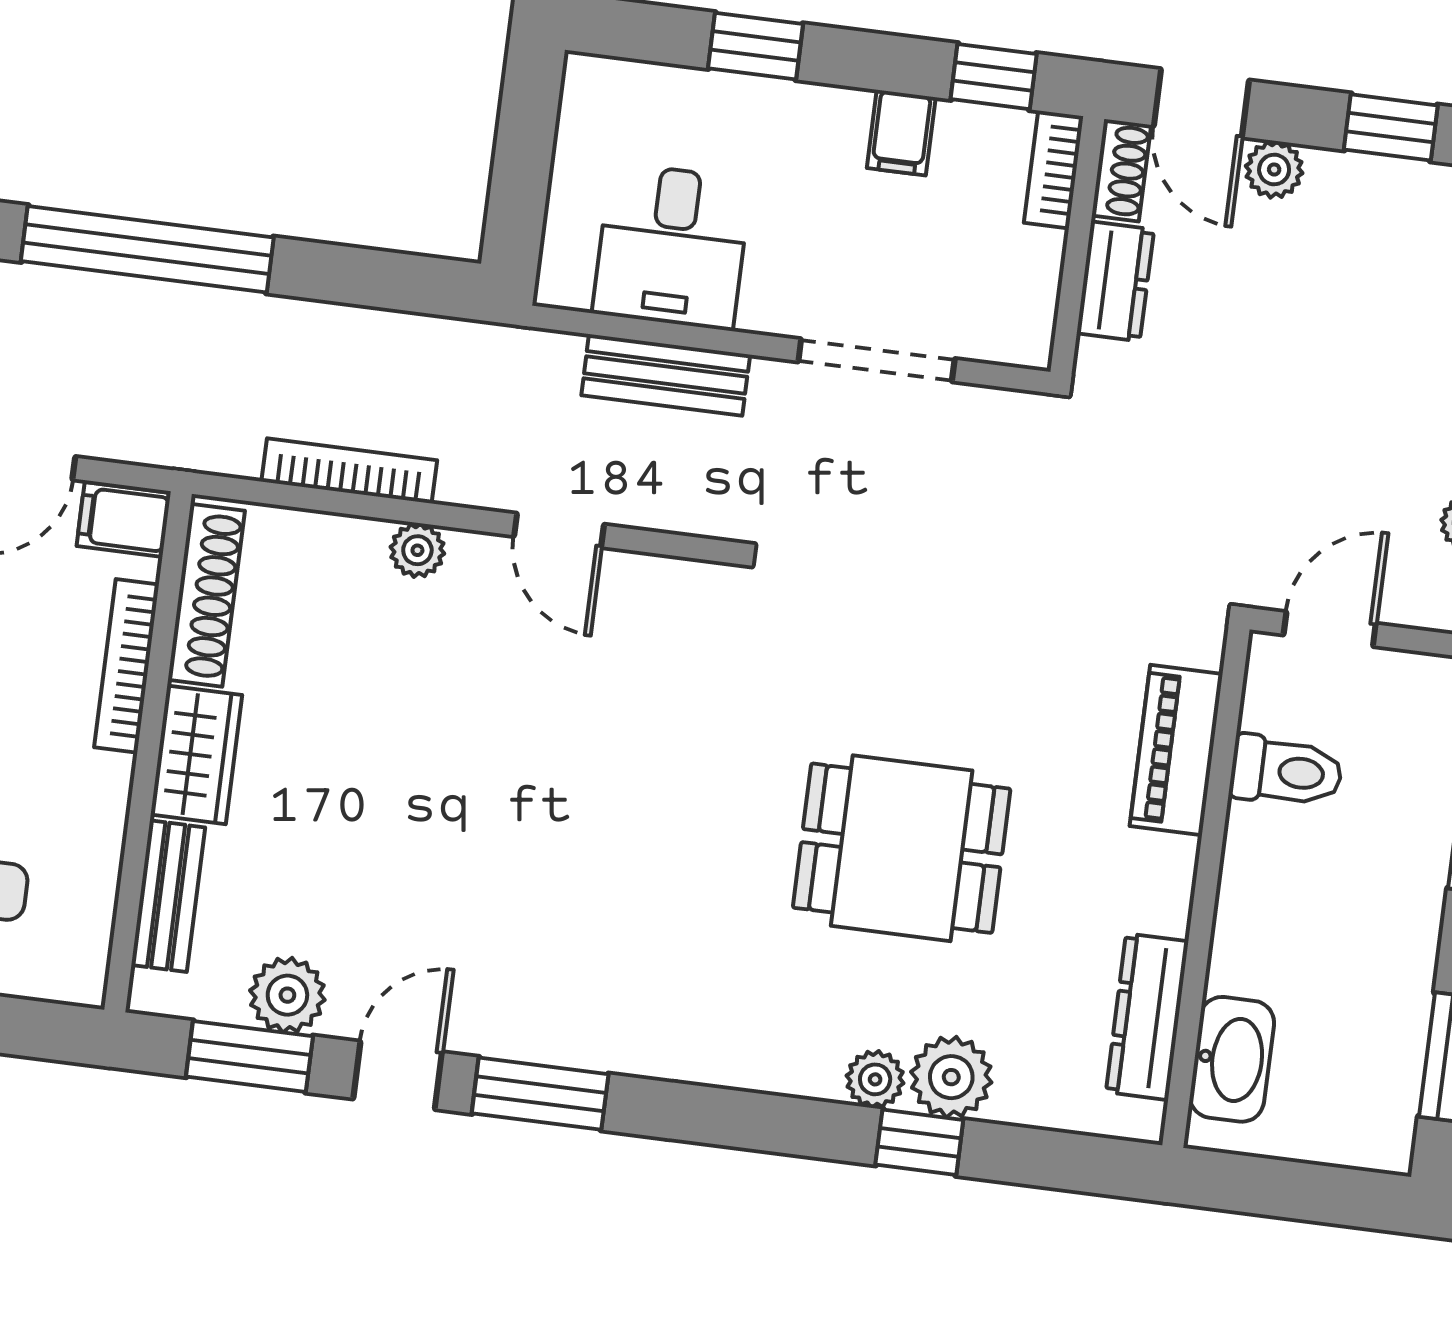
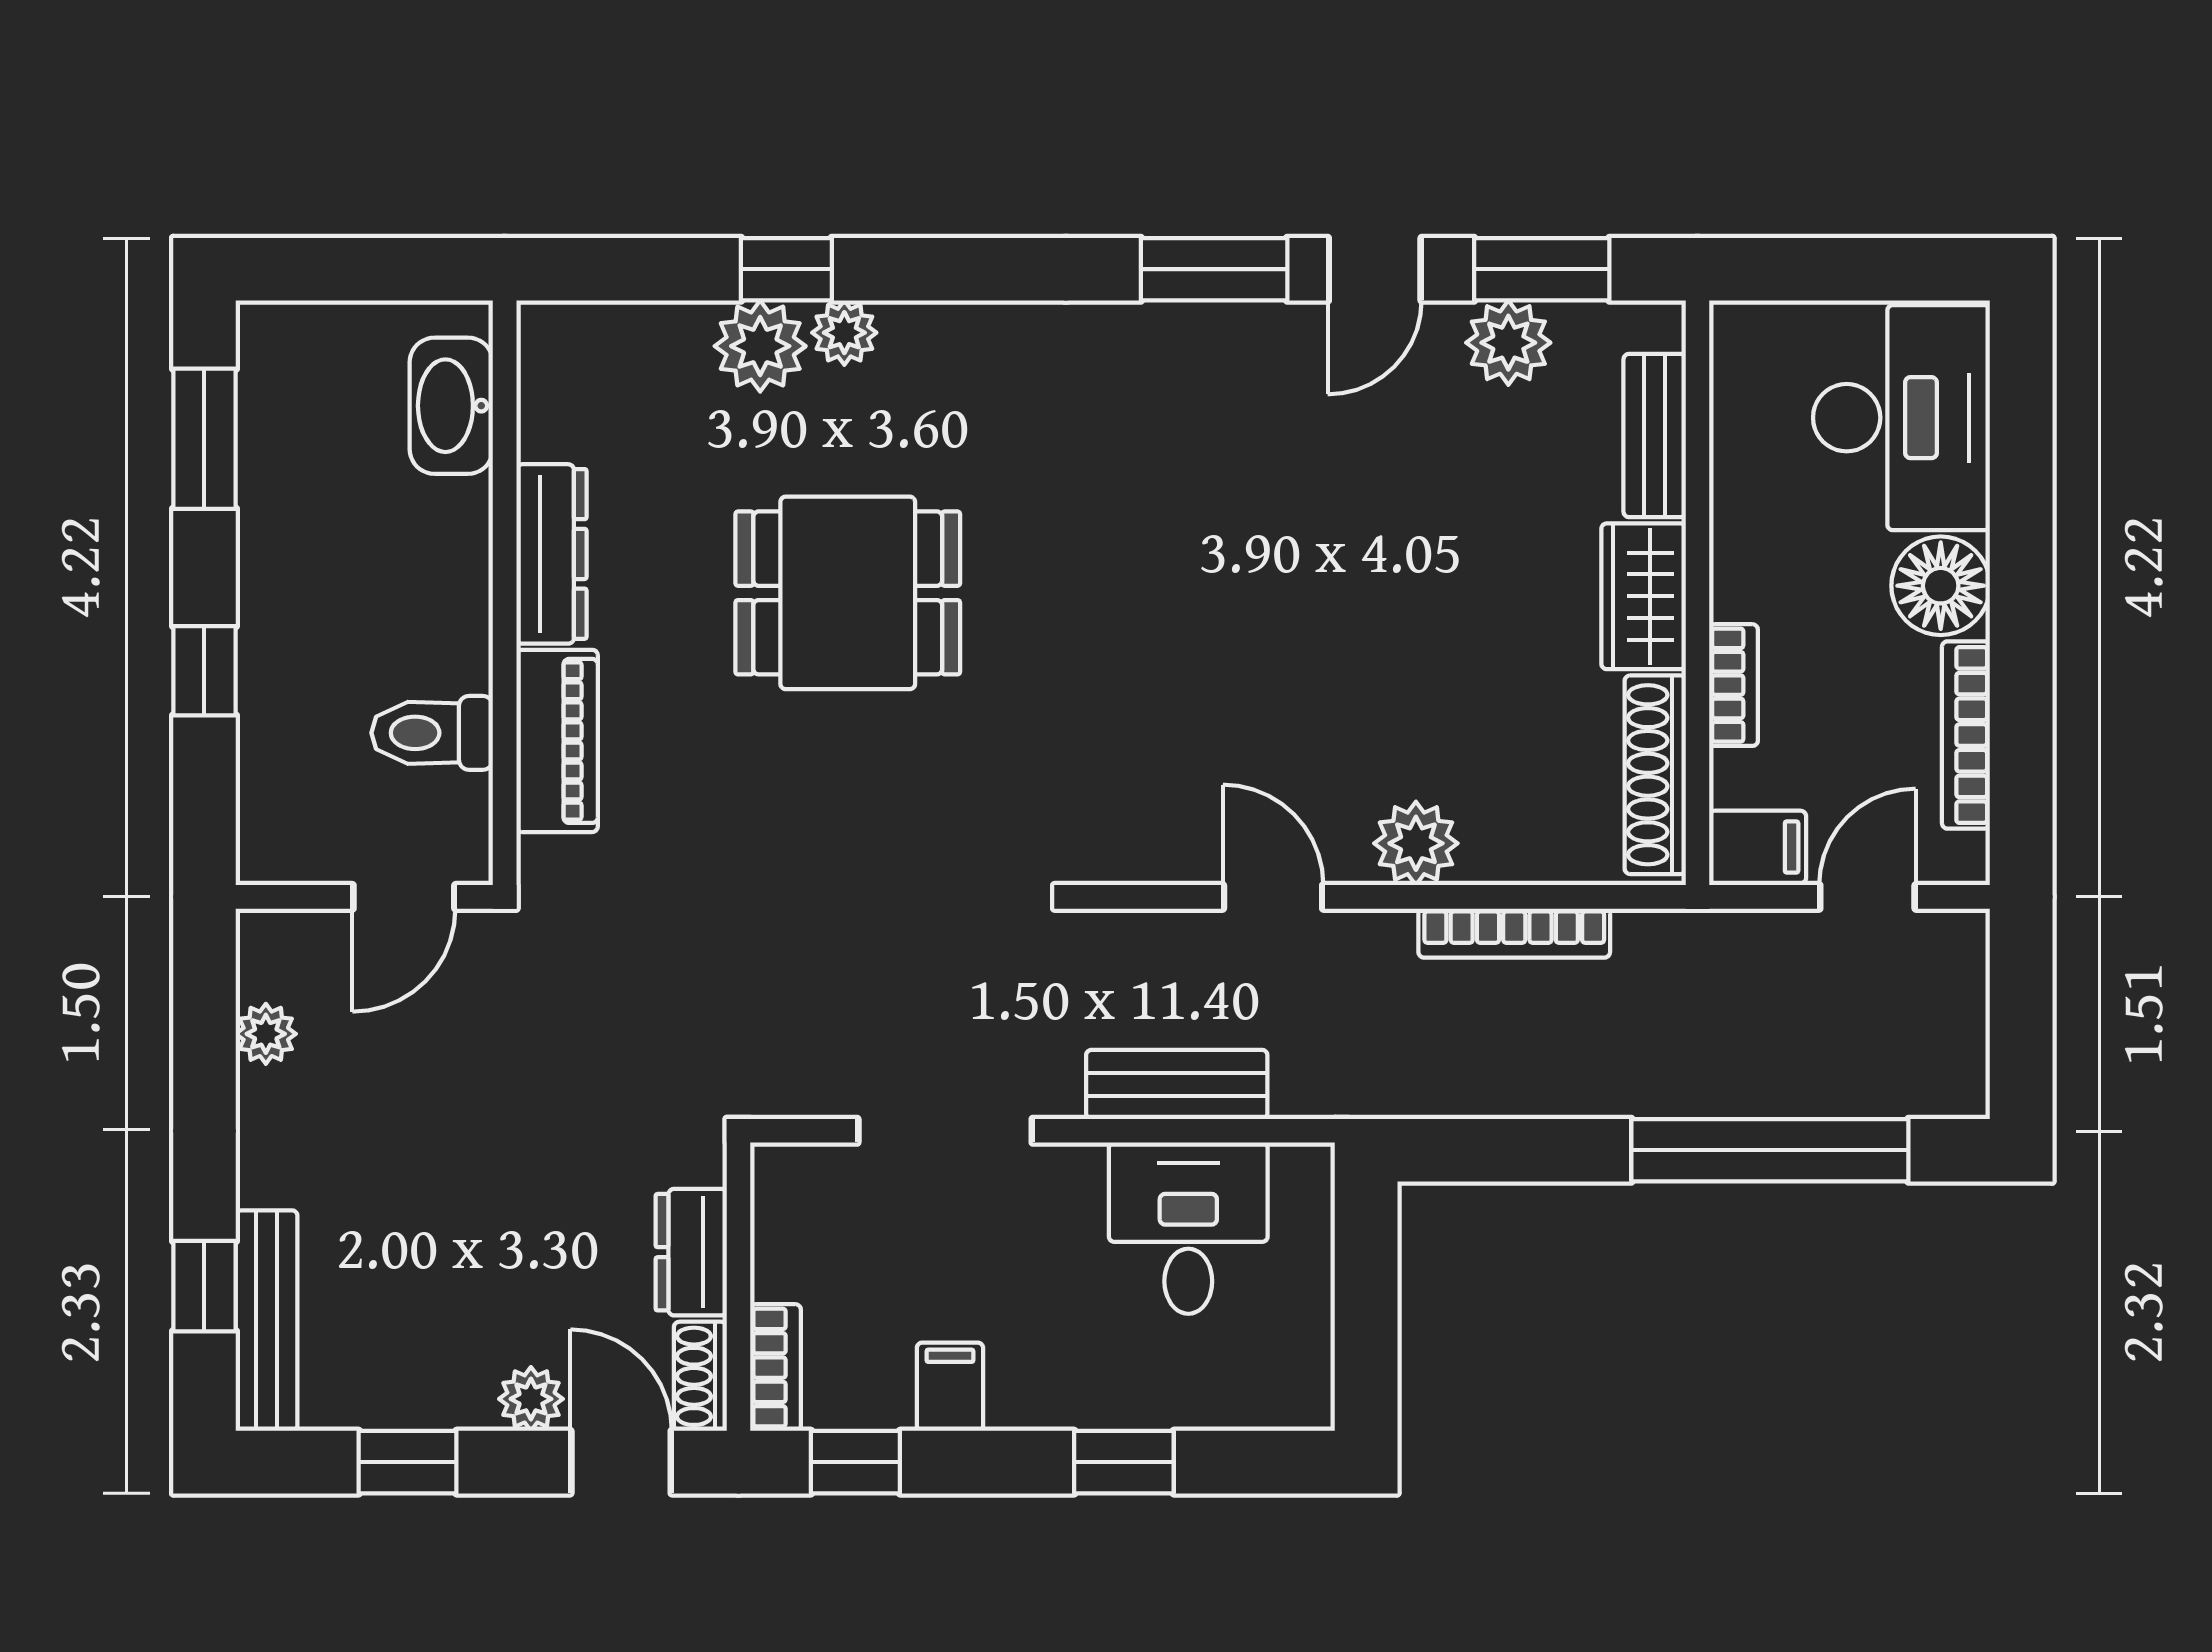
plant: (417, 550) -> (1416, 843), width x1.38, depth x1.38
bookcase: (127, 666) -> (1734, 685), width x0.64
dresser: (1147, 1017) -> (551, 554), moved

